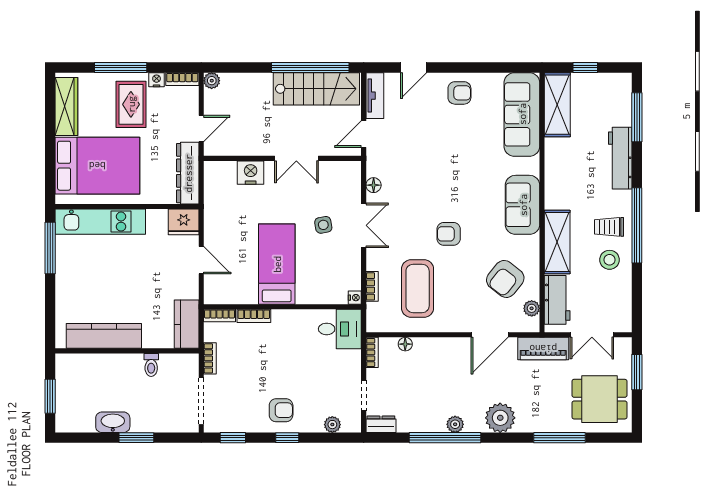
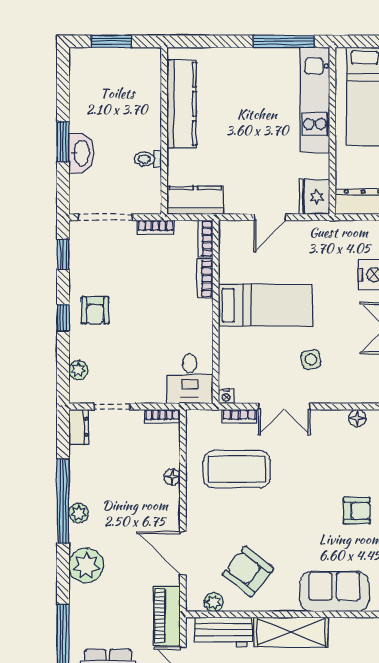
double door: (364, 225) -> (284, 406), moved
armchair: (449, 234) -> (357, 511), moved, turned 90
floor lamp: (405, 344) -> (172, 477), moved
washbasin: (113, 422) -> (81, 153), moved

